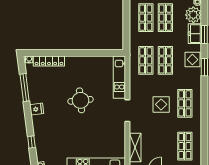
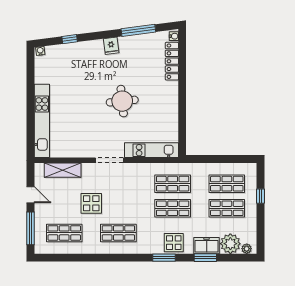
display table: (161, 104) -> (91, 203), moved

